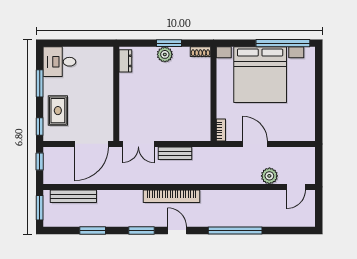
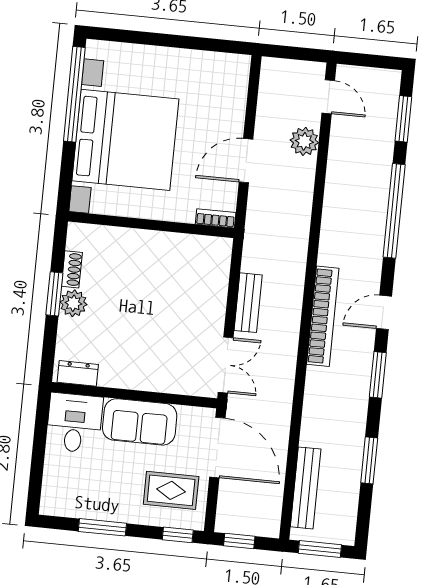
shoe rack: (200, 52) -> (72, 269), moved
desk: (59, 62) -> (74, 423), moved, turned 180
sofa: (101, 99) -> (140, 422), added
rug: (58, 111) -> (171, 490), moved
window: (288, 231) -> (403, 119), added

